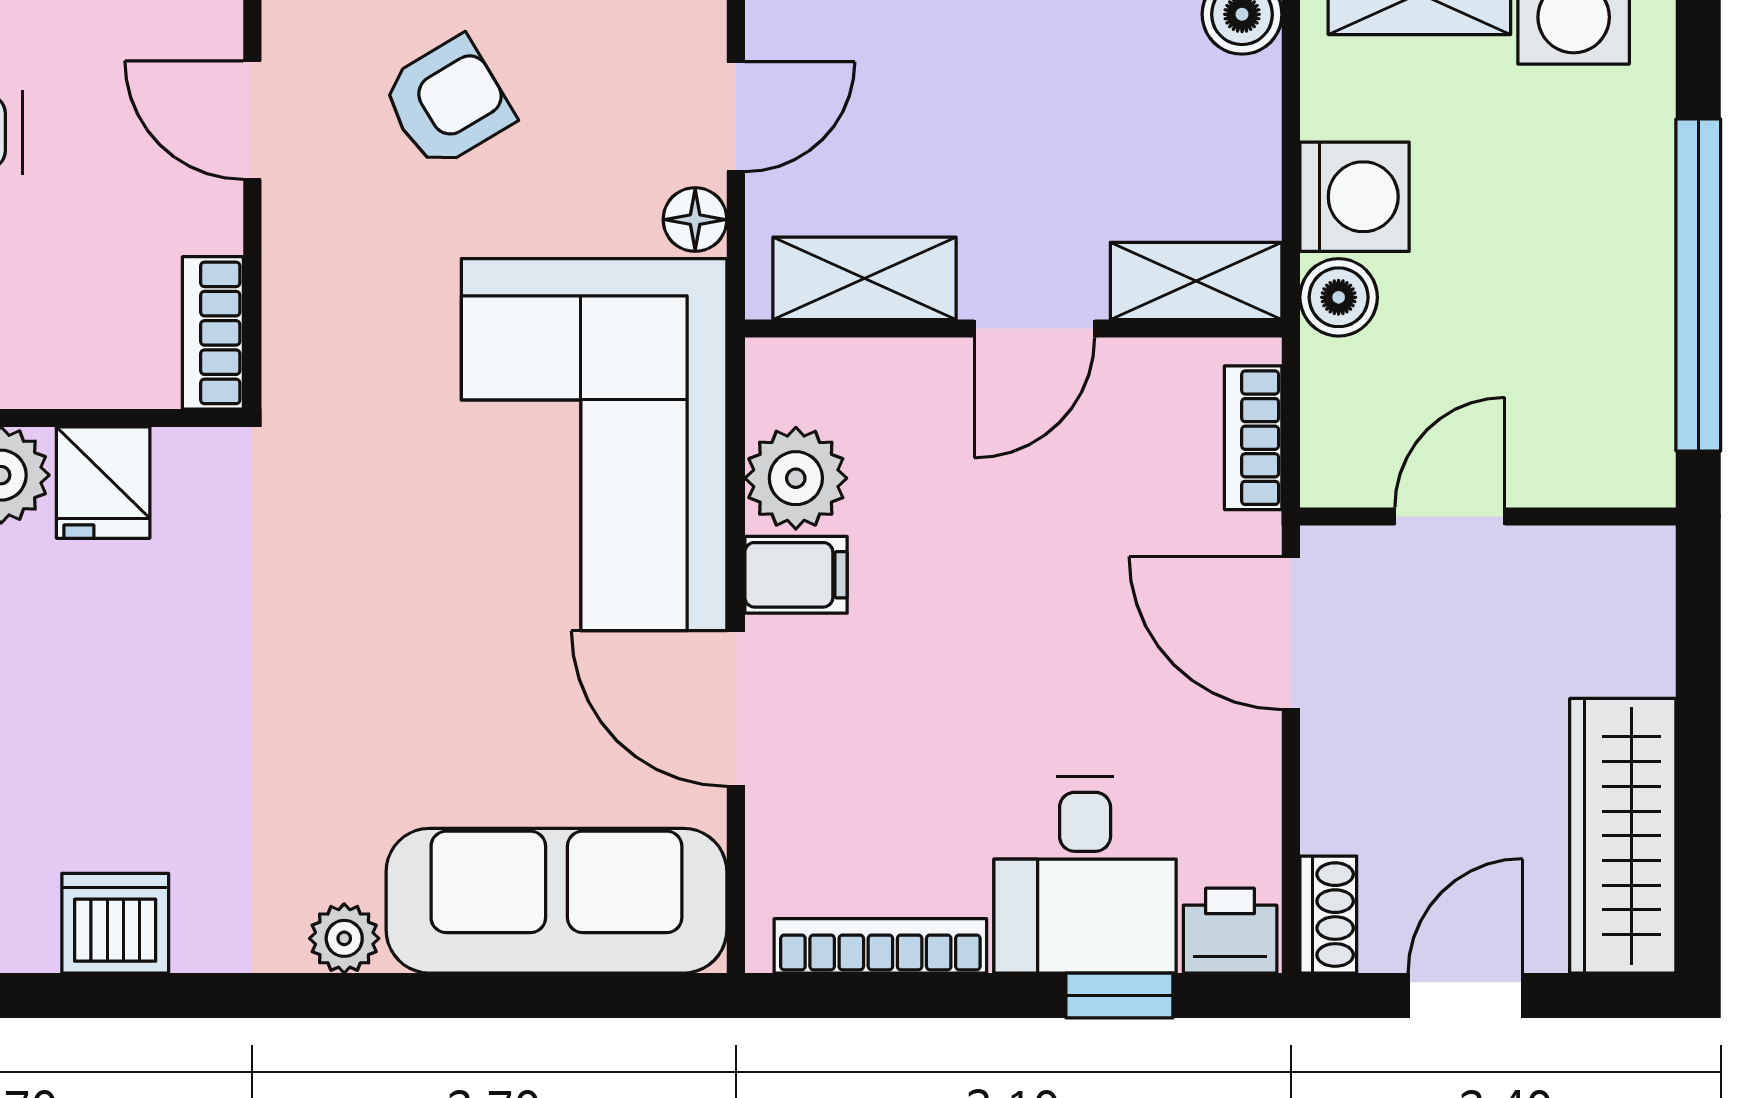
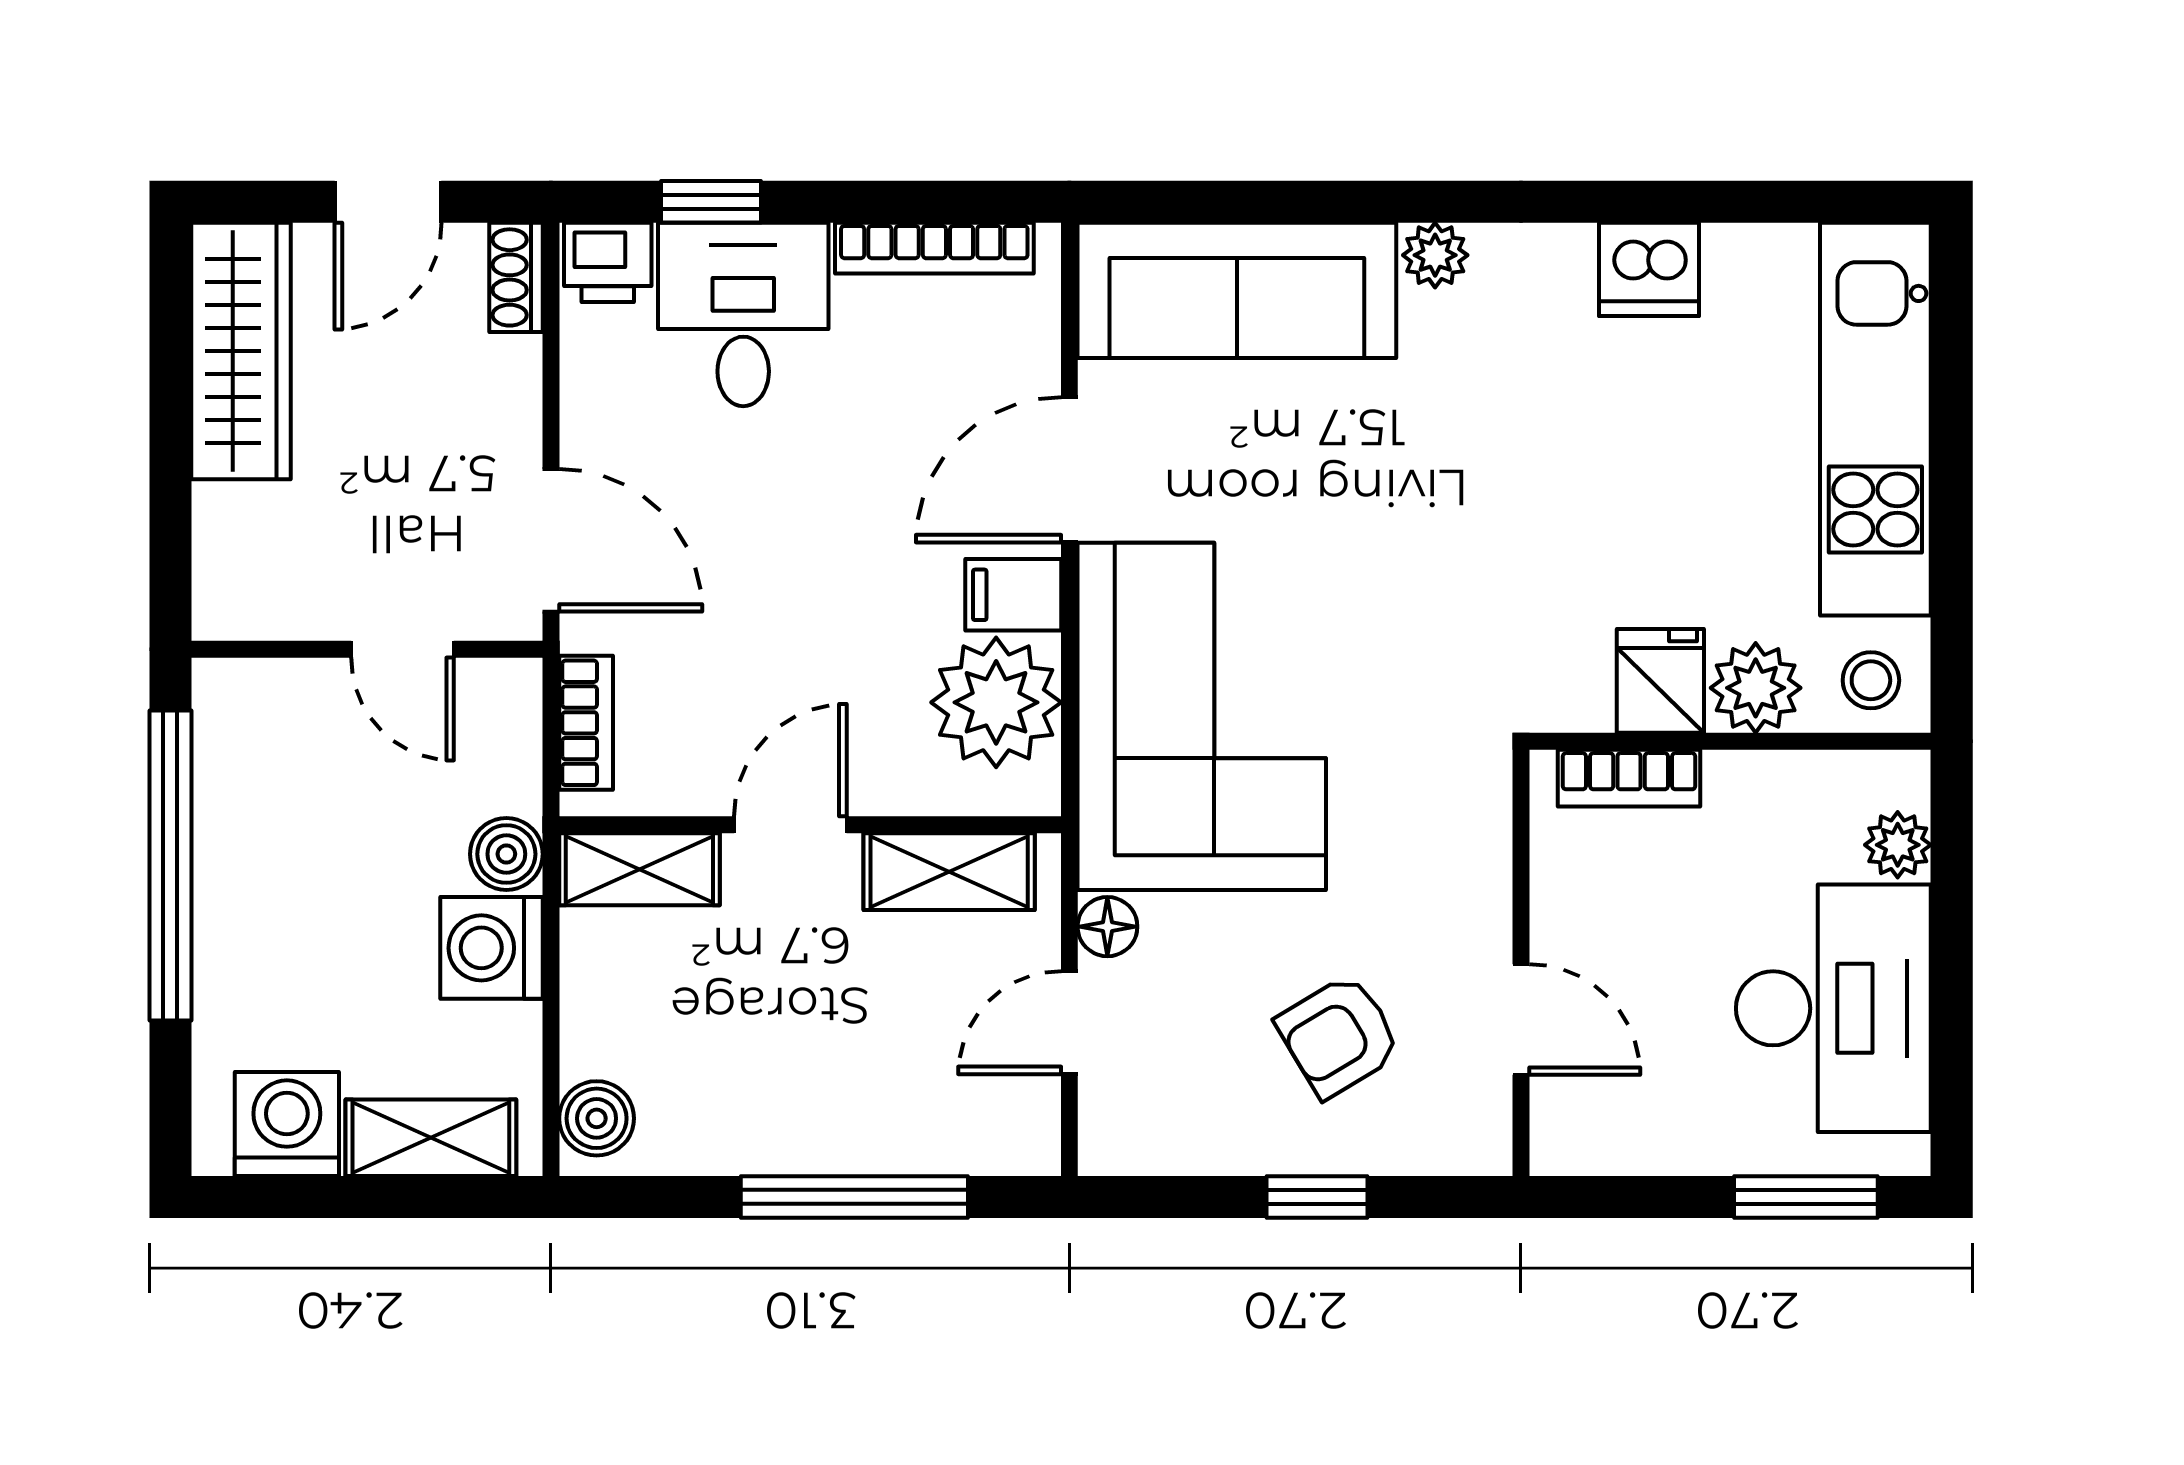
bookcase: (213, 333) -> (1629, 778), moved, turned 90
plant: (796, 478) -> (996, 702), width x1.36, depth x1.36
door: (1450, 517) -> (402, 649), hinge flipped
door: (736, 709) -> (1069, 470), swing flipped

